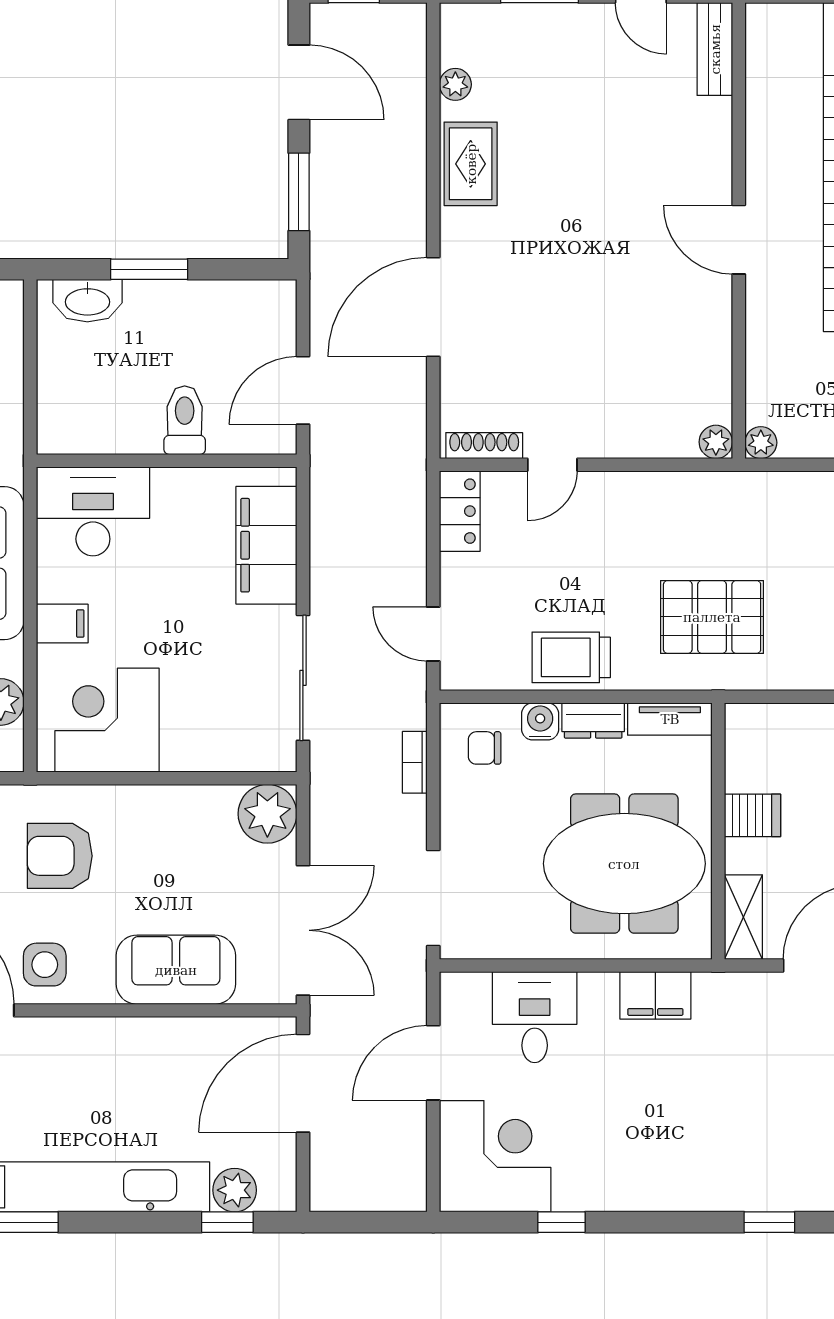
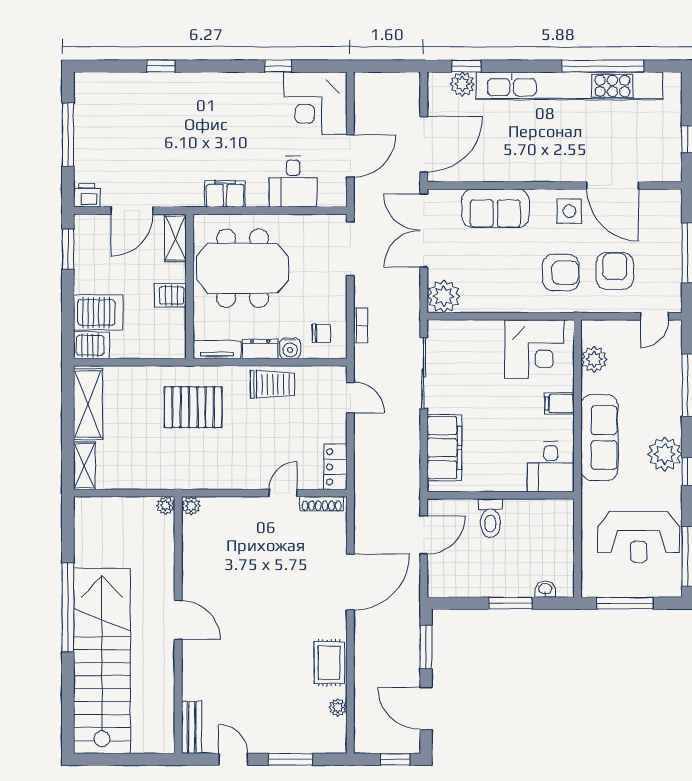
washbasin: (87, 301) -> (545, 589), width x0.52, depth x0.69
desk: (93, 511) -> (551, 467), width x0.73

